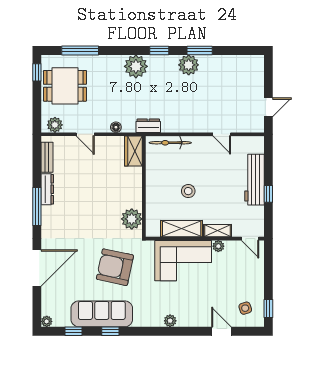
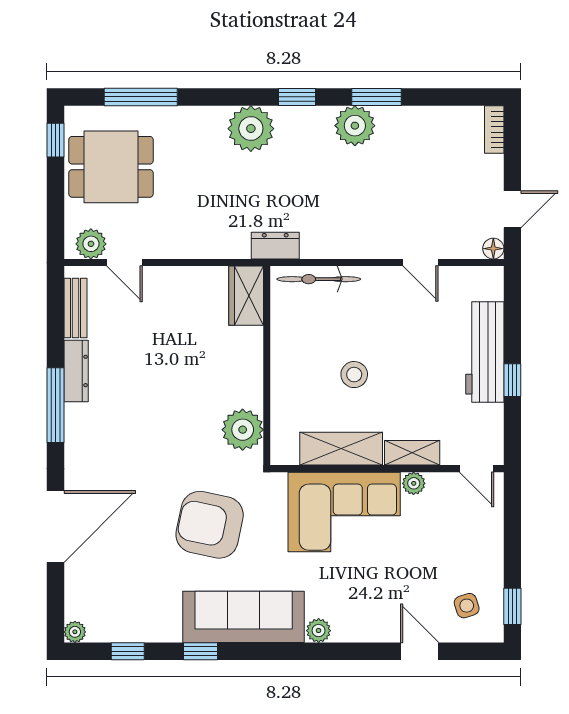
bookcase: (259, 67) -> (494, 129), added
floor lamp: (116, 127) -> (493, 249), moved
door: (85, 134) -> (124, 262), moved
sofa: (102, 314) -> (244, 617), moved

